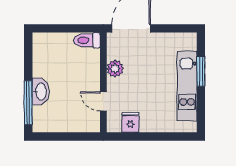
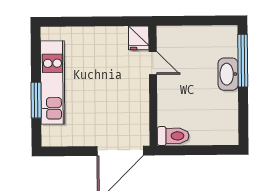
plant: (115, 69) -> (139, 102), removed
fridge: (130, 122) -> (139, 38), moved

